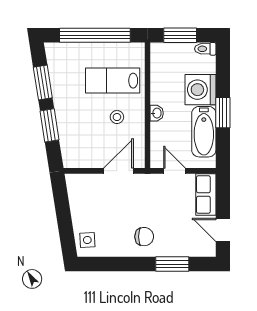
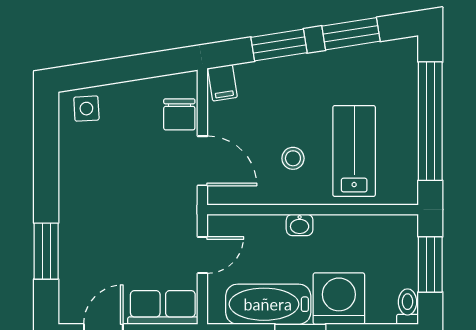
filing cabinet: (72, 159) -> (222, 83), added
chair: (144, 237) -> (179, 114), moved

